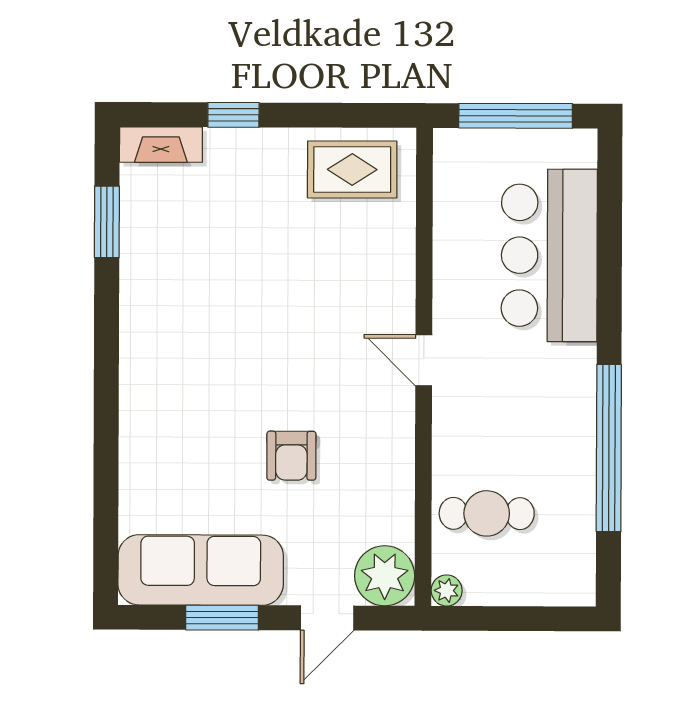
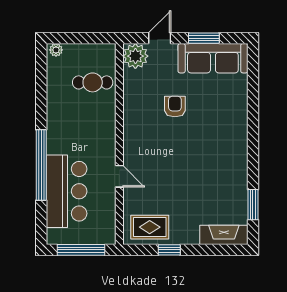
window: (233, 115) -> (169, 250), moved
fireplace: (161, 145) -> (224, 235), width x1.37, depth x1.32
door: (424, 360) -> (119, 176), moved
window: (609, 448) -> (41, 165), moved
plant: (447, 590) -> (56, 50), moved

